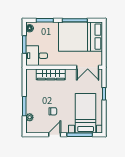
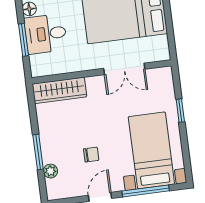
desk: (37, 56) -> (46, 34), moved
double door: (88, 67) -> (124, 69), moved
wardrobe: (51, 74) -> (59, 90), moved

